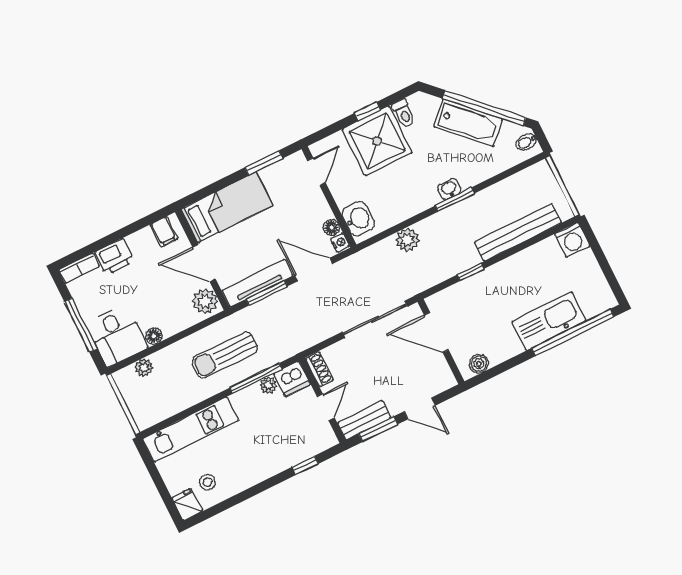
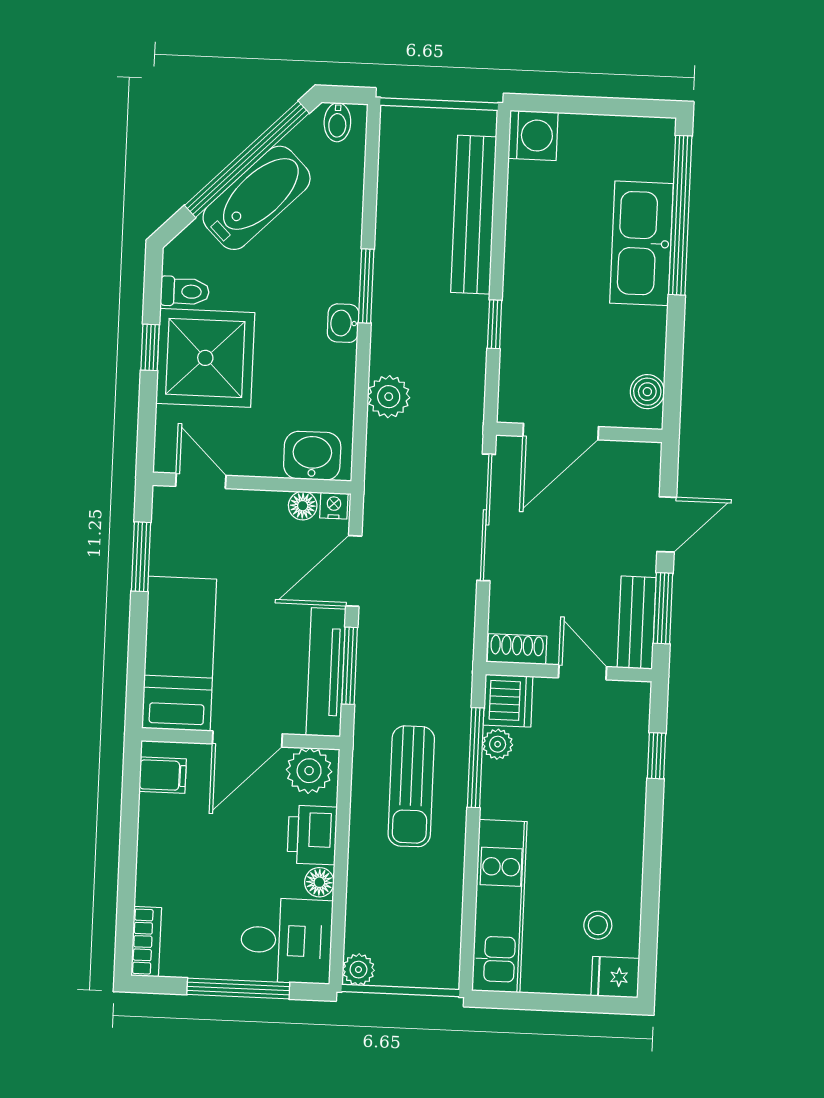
washbasin: (449, 189) -> (343, 323), moved
printer: (115, 257) -> (312, 835), moved, turned 180
plant: (144, 368) -> (358, 970), moved

